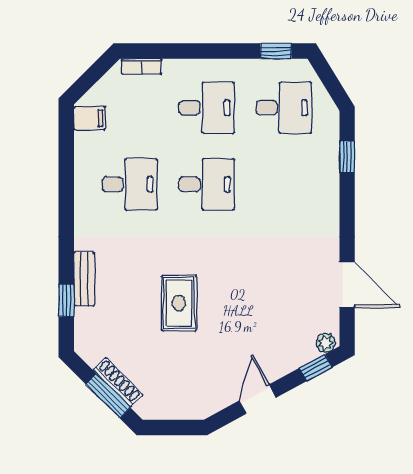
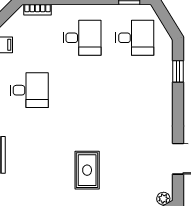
desk: (207, 184) -> (82, 90), removed
rug: (179, 303) -> (87, 170), moved

